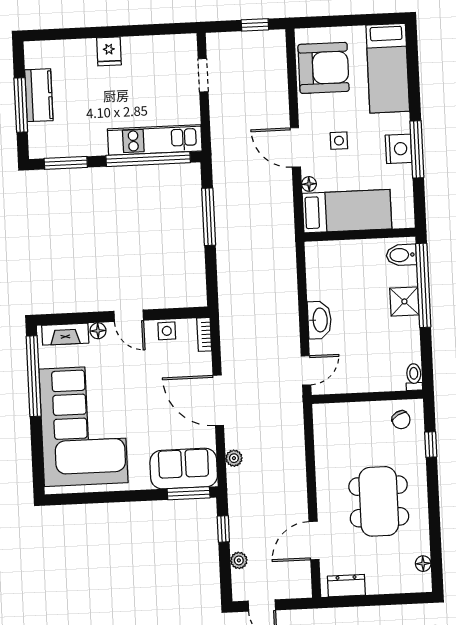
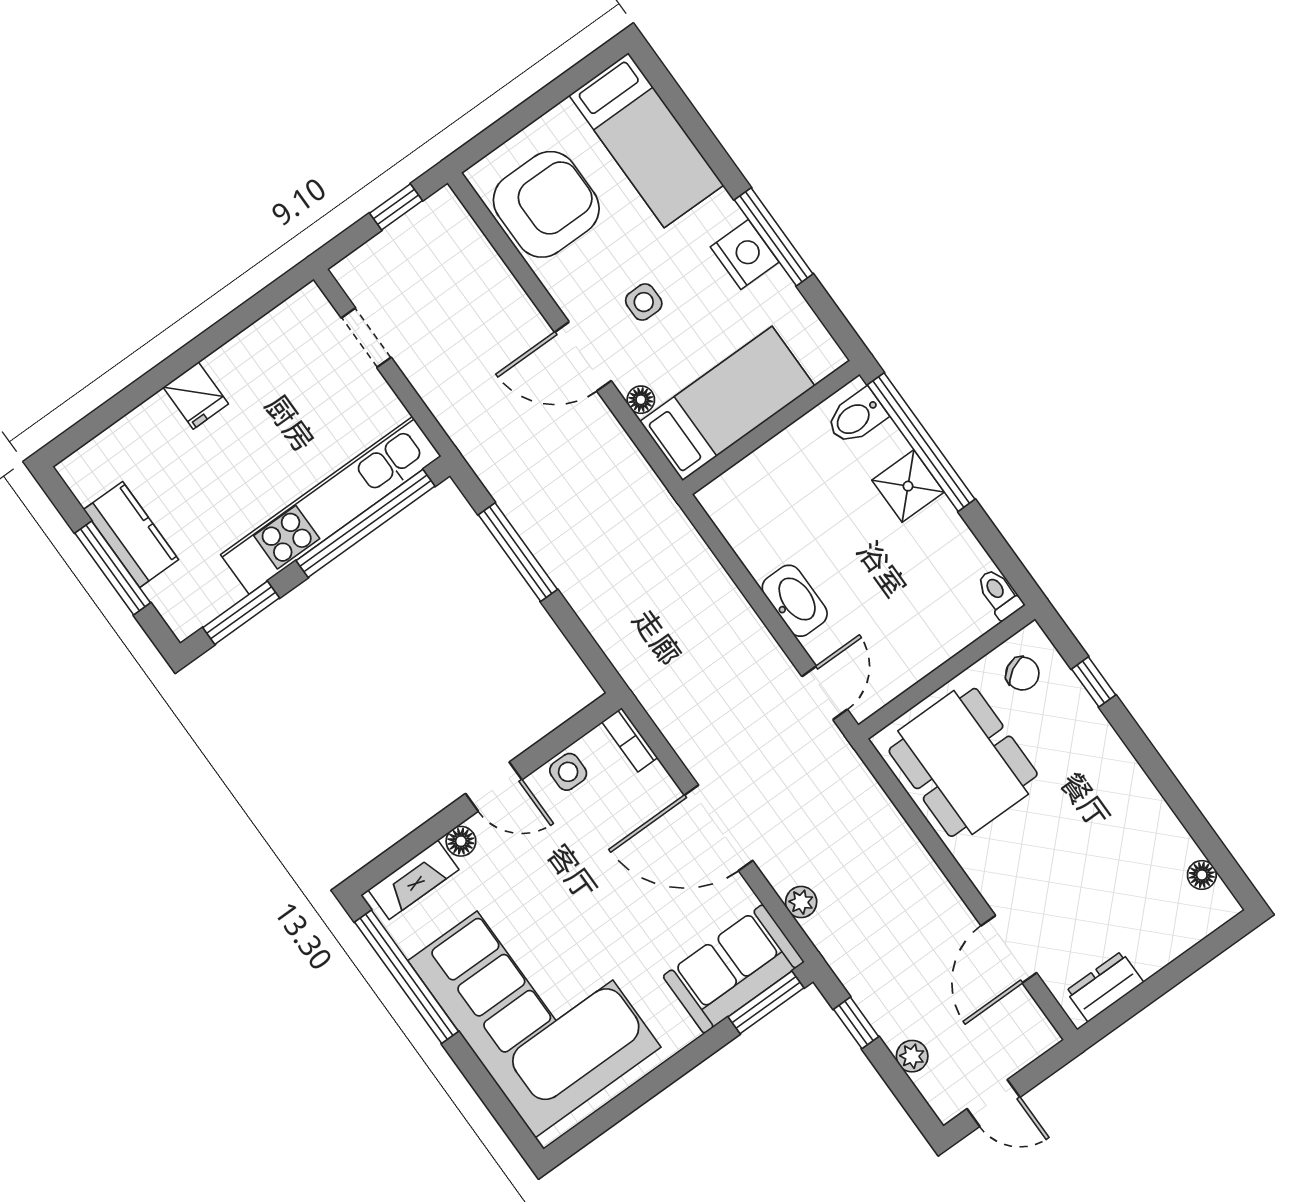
kitchen unit: (155, 140) -> (331, 505), width x1.36
dining table: (379, 501) -> (963, 762), moved

